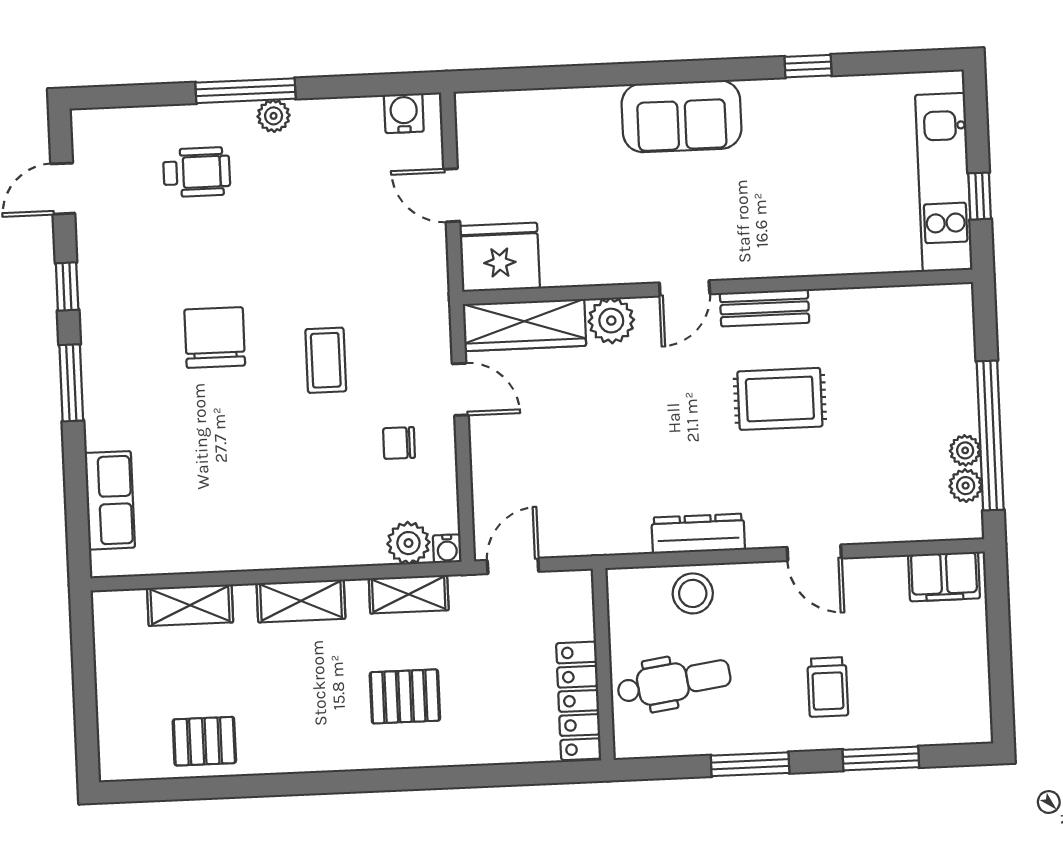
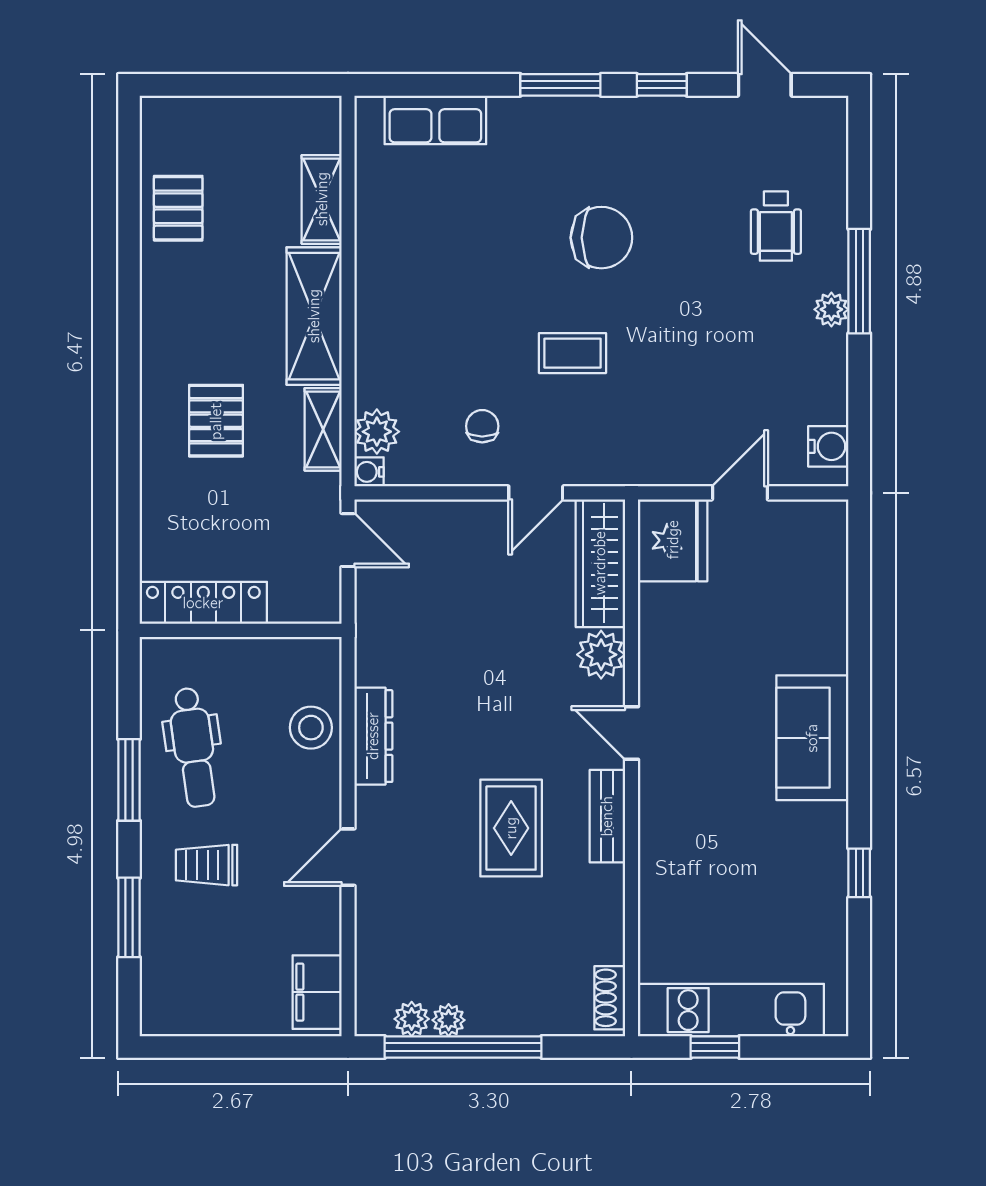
shoe rack: (937, 298) -> (610, 998), added
shelving: (301, 601) -> (314, 316), width x1.50, depth x1.33
dental chair: (674, 682) -> (194, 747), moved

